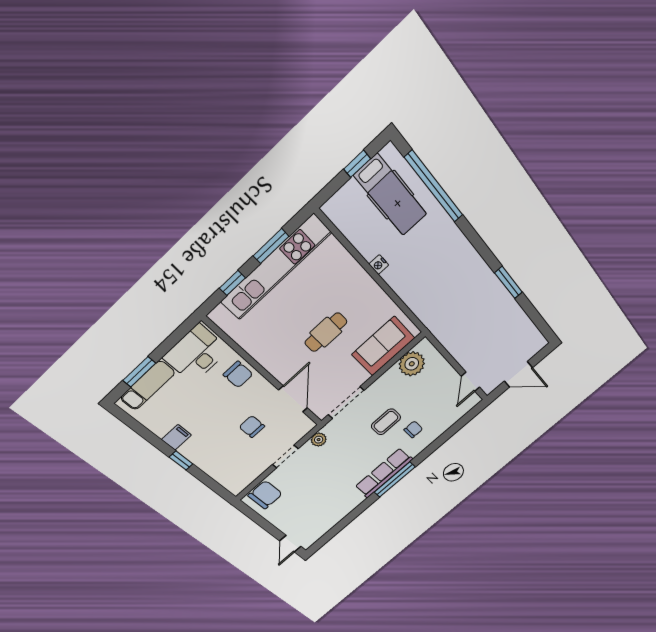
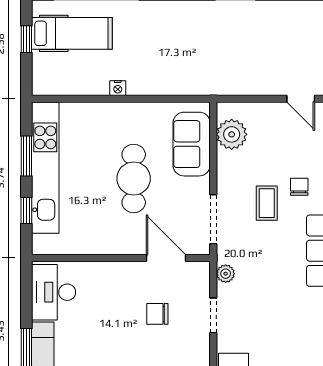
cafe table: (326, 332) -> (134, 178), width x1.37, depth x1.35
chair: (238, 374) -> (102, 279), removed

